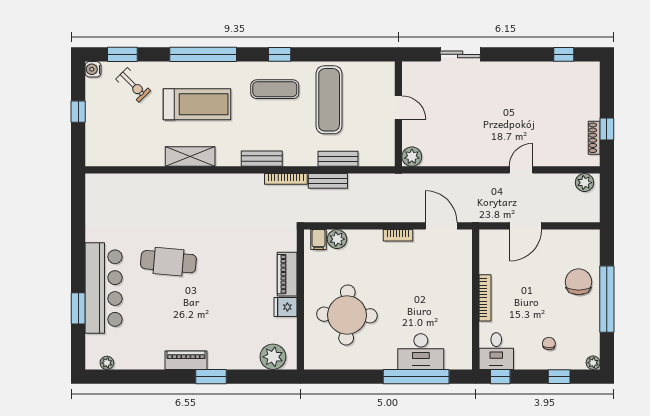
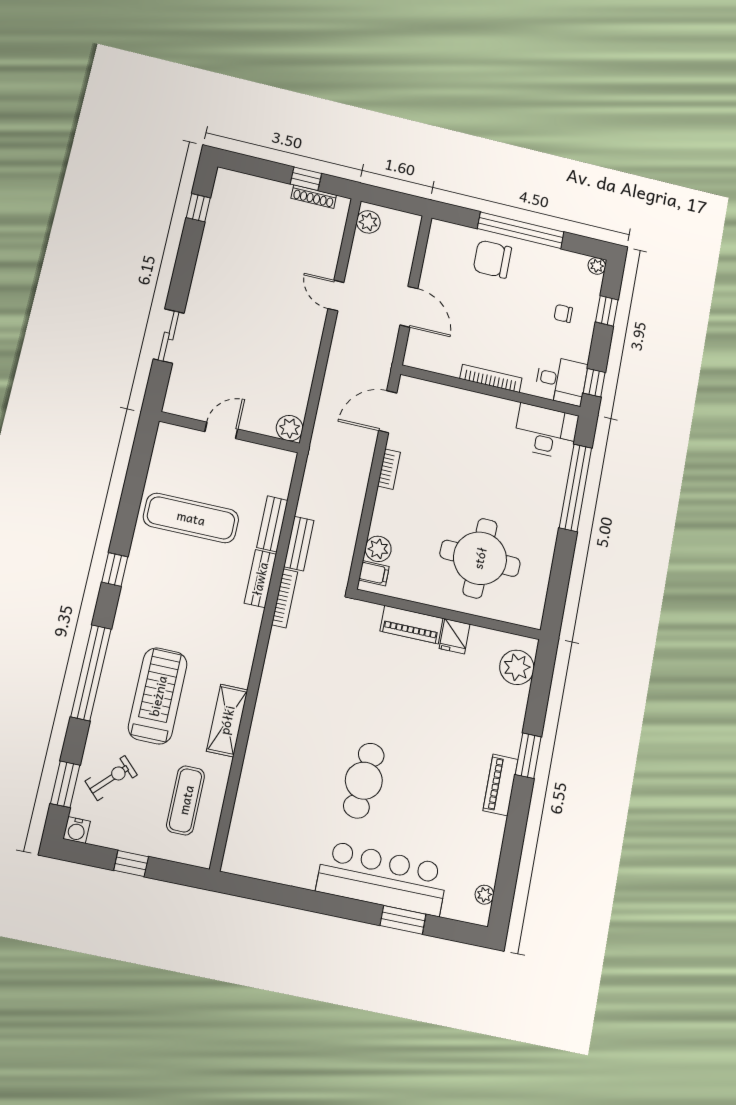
exercise mat: (275, 89) -> (186, 800), moved
bench: (262, 159) -> (260, 579), moved
desk: (421, 352) -> (546, 431), moved, turned -90

